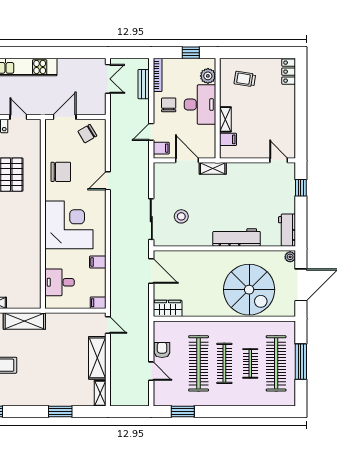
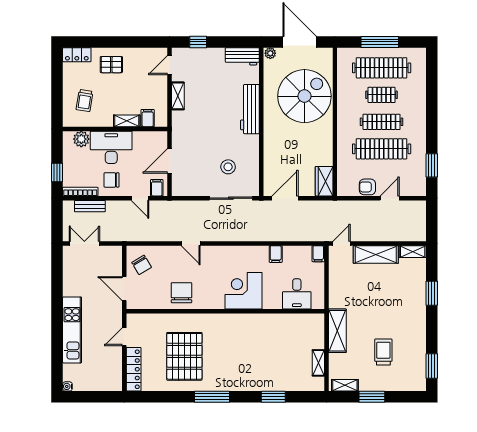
window: (191, 53) -> (57, 172), moved
pallet: (279, 105) -> (111, 65), added
shelving: (213, 168) -> (178, 96), moved
corner desk: (69, 225) -> (244, 291), width x0.74, depth x0.74

